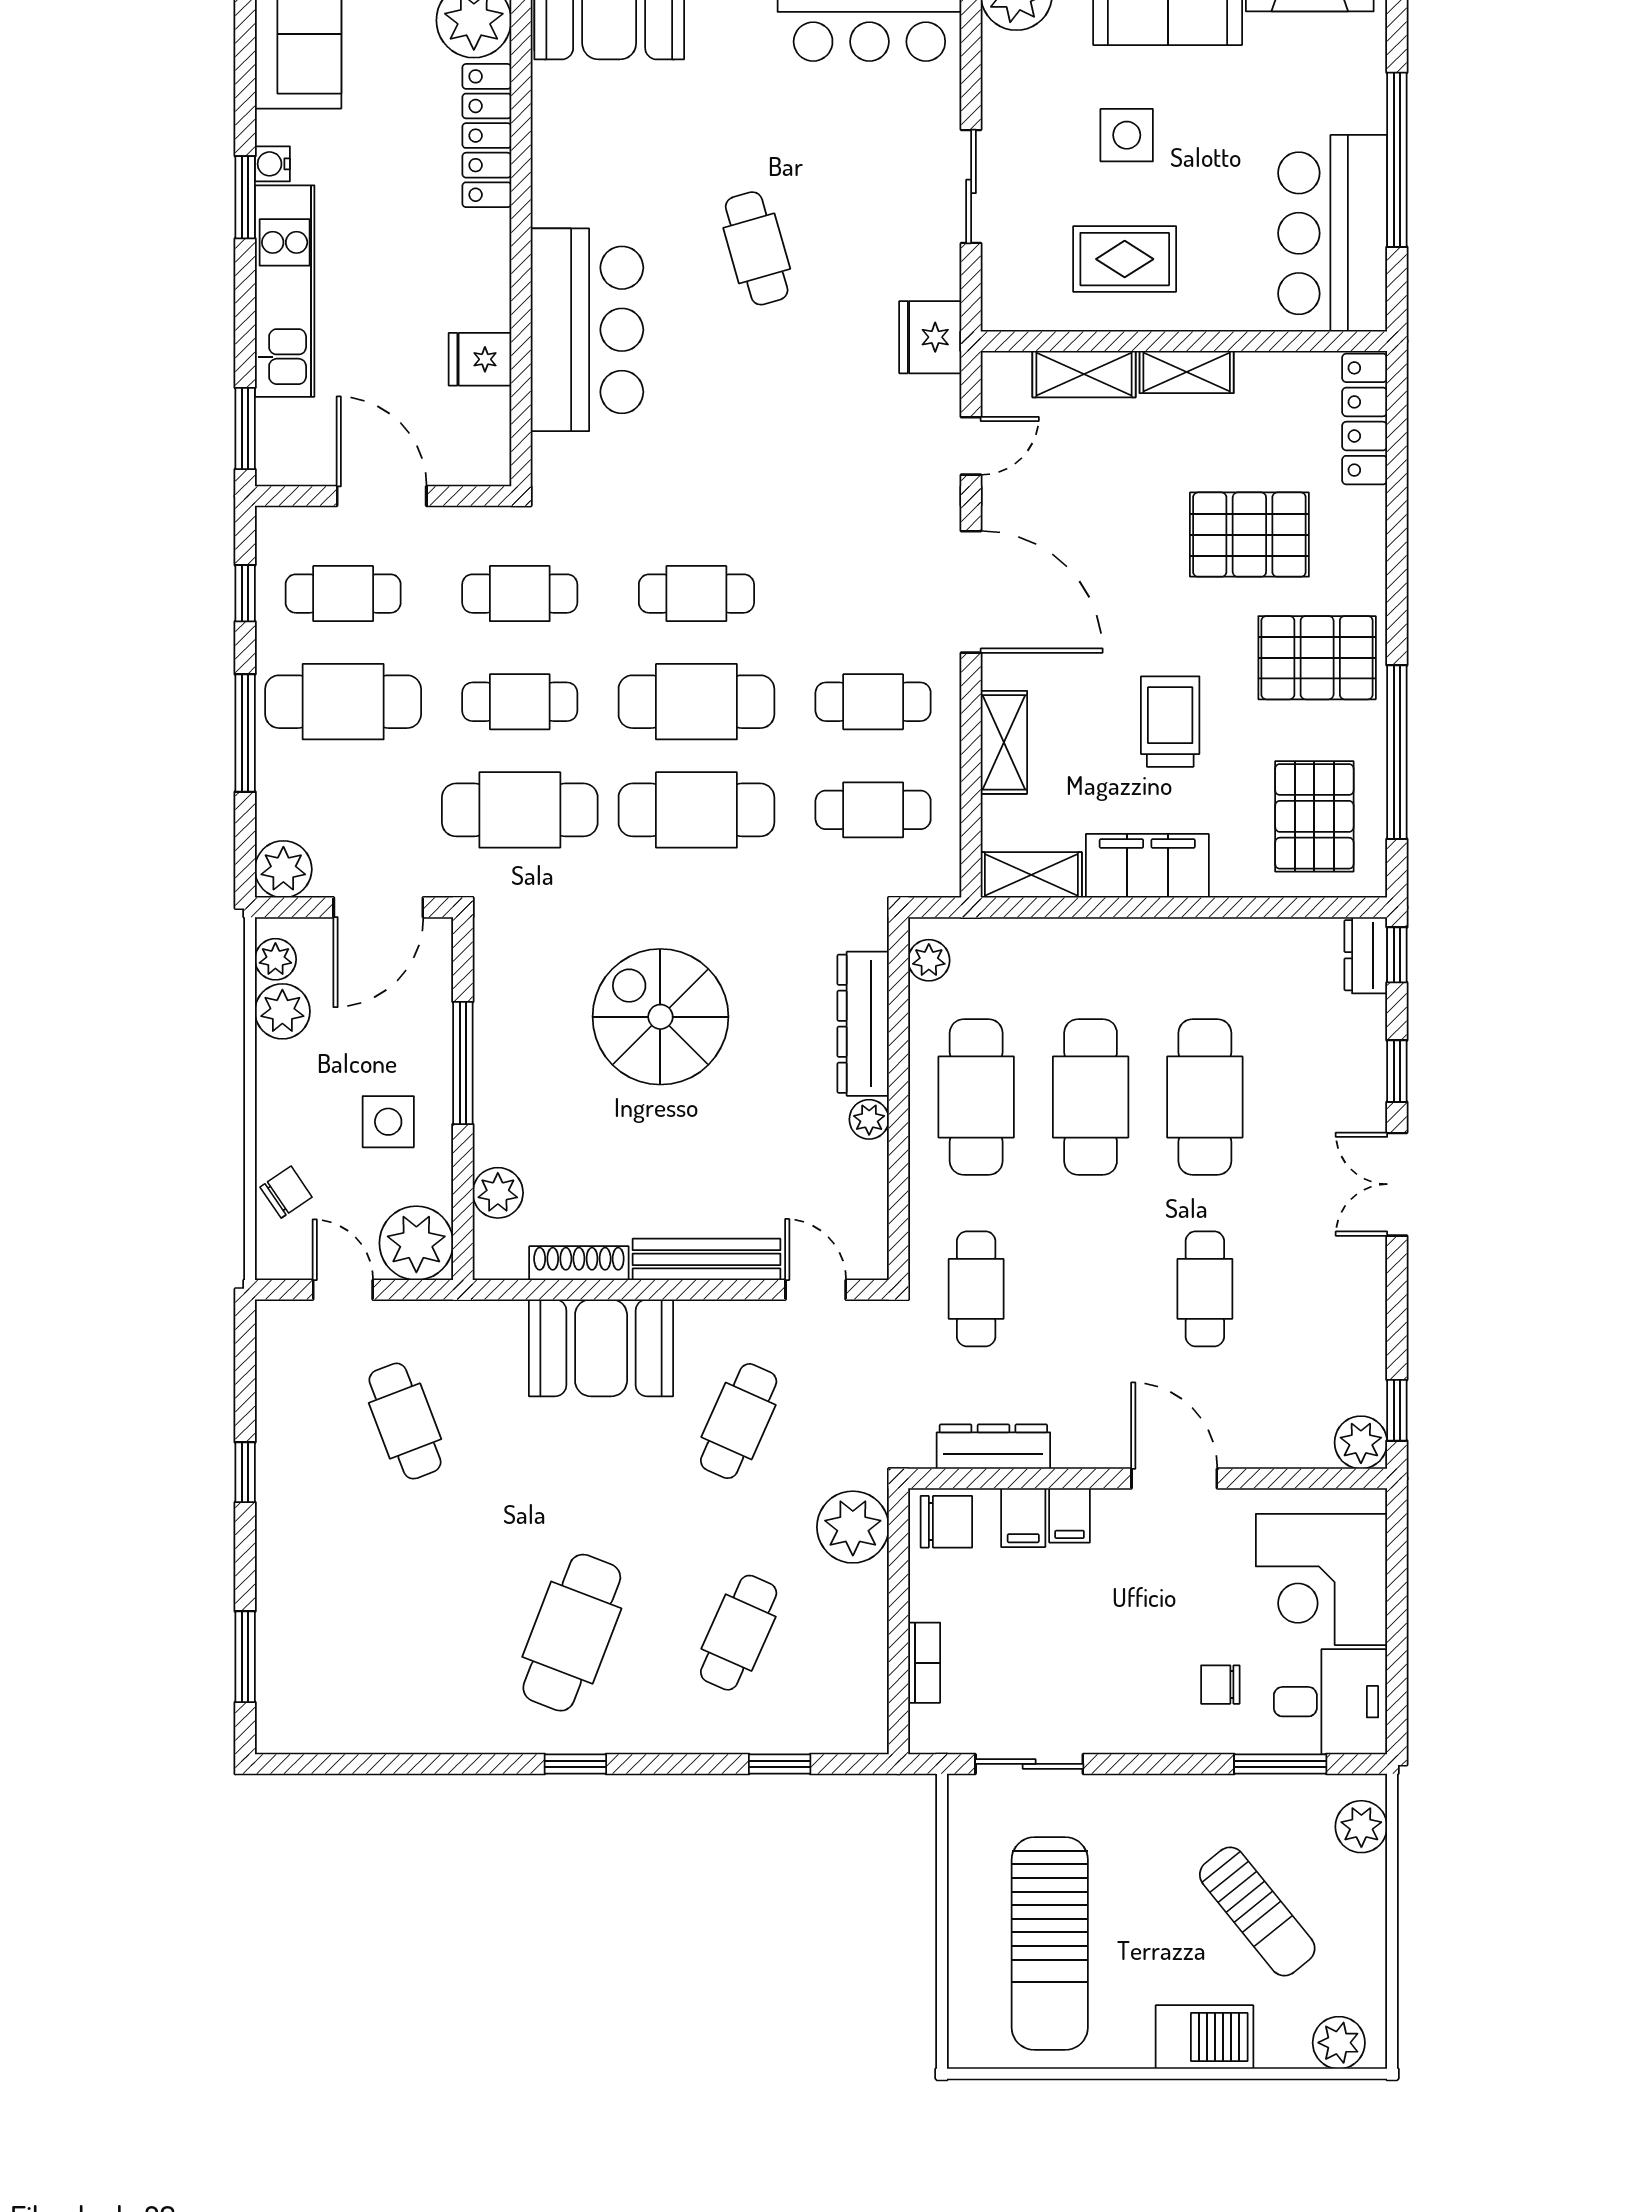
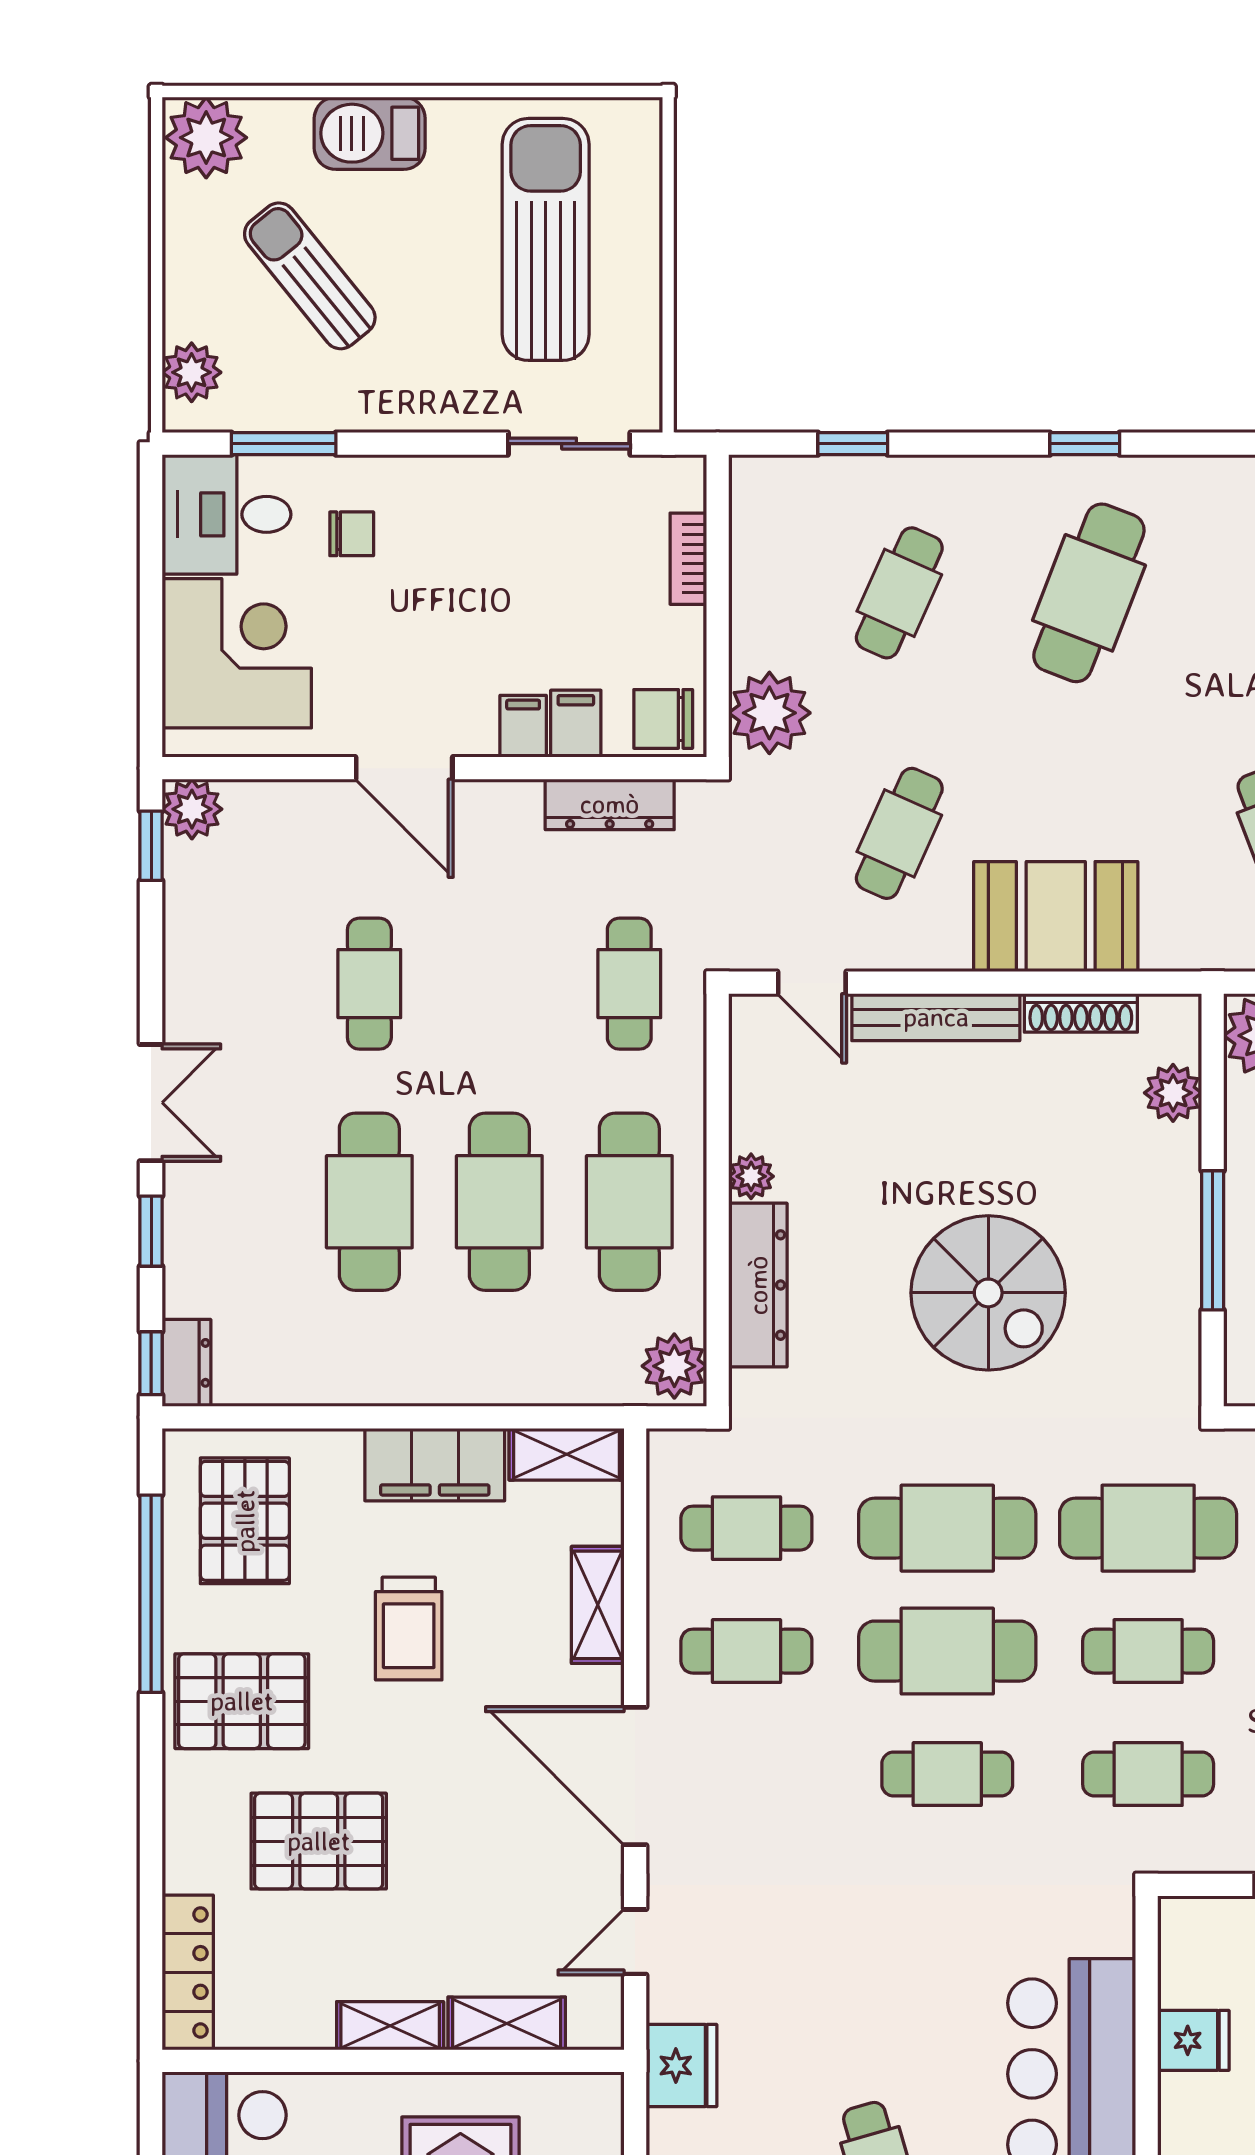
plant: (929, 960) -> (674, 1366), width x1.38, depth x1.38
plant: (1339, 2043) -> (206, 138), width x1.36, depth x1.36

